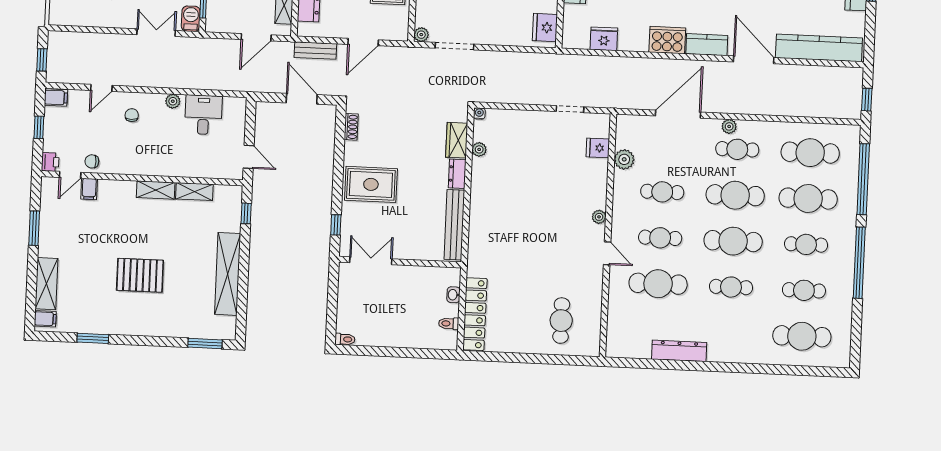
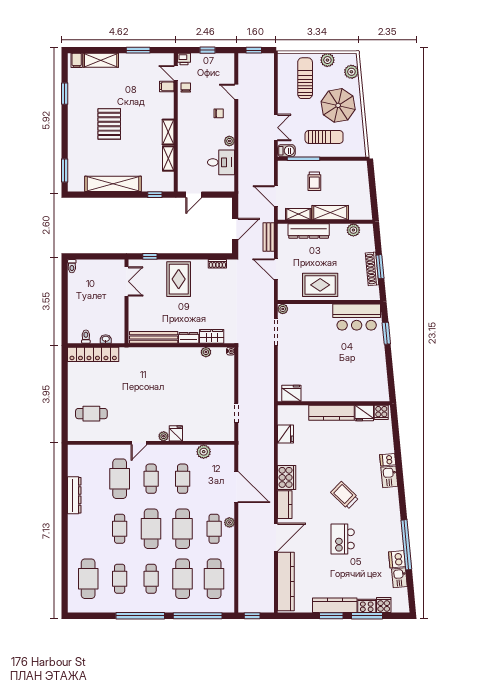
filing cabinet: (56, 98) -> (228, 61), removed
fridge: (598, 148) -> (176, 433), moved

